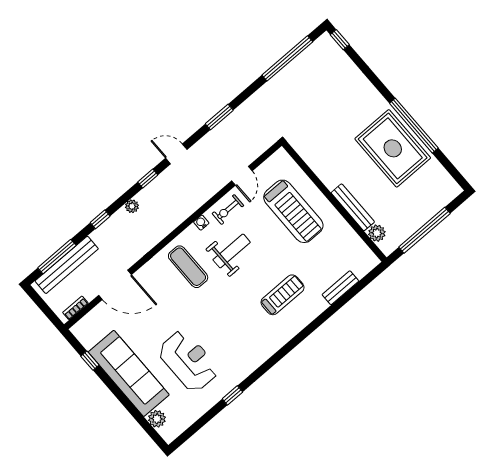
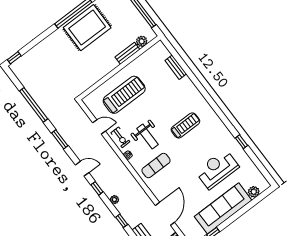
window: (287, 58) -> (34, 105), moved
door: (176, 154) -> (82, 169), swing flipped
bench: (353, 207) -> (127, 53), width x0.73
weight bench: (232, 251) -> (148, 137), turned 180
treadmill: (282, 295) -> (185, 125), moved, turned 90

